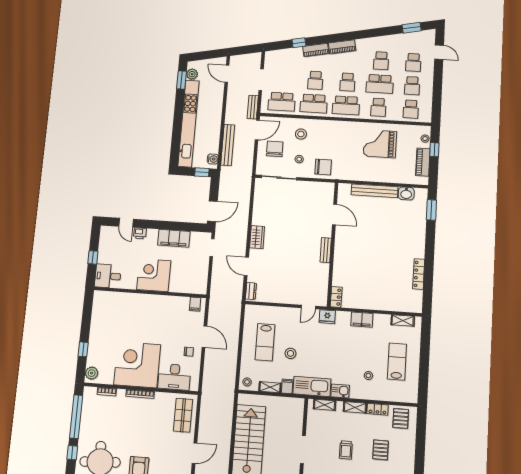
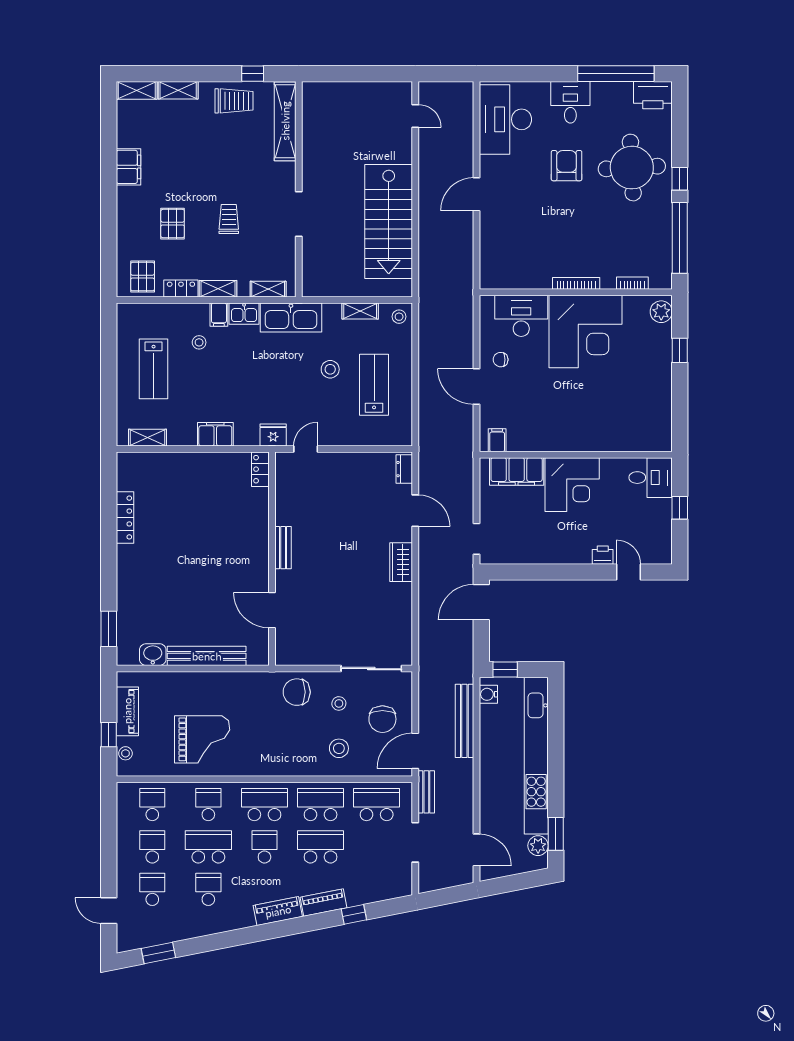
school desk: (315, 80) -> (321, 847), width x1.85
filing cabinet: (174, 238) -> (517, 471), moved, turned 180
filing cabinet: (287, 386) -> (219, 315), moved
shop shelf: (183, 415) -> (501, 254), removed

